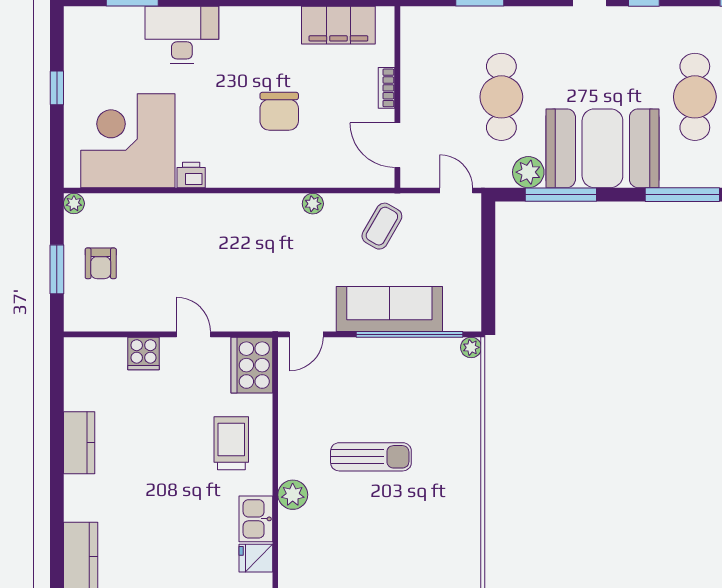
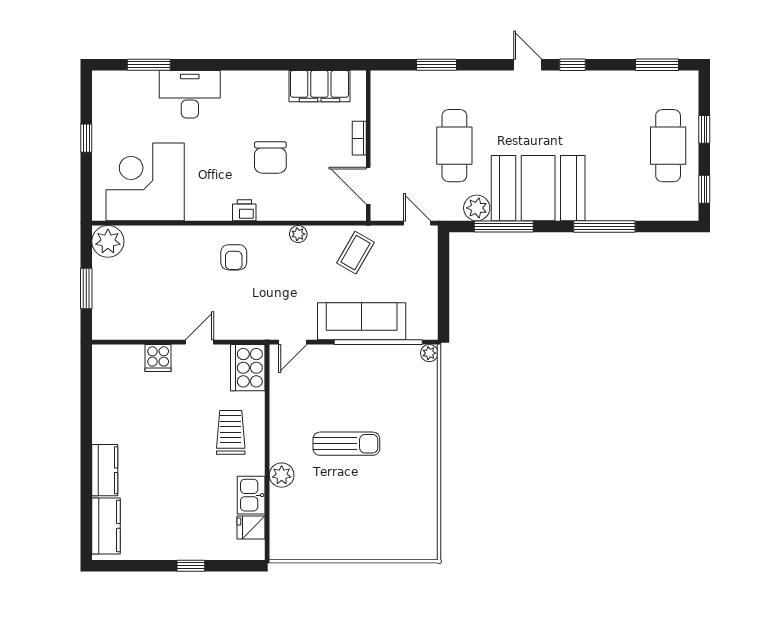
cafe table: (695, 97) -> (615, 146), removed
printer: (191, 175) -> (244, 210), moved
plant: (74, 204) -> (108, 241), width x1.88, depth x1.88
armchair: (101, 263) -> (234, 257), moved
door: (194, 334) -> (199, 342), hinge flipped
kitchen counter: (79, 443) -> (105, 470), moved

